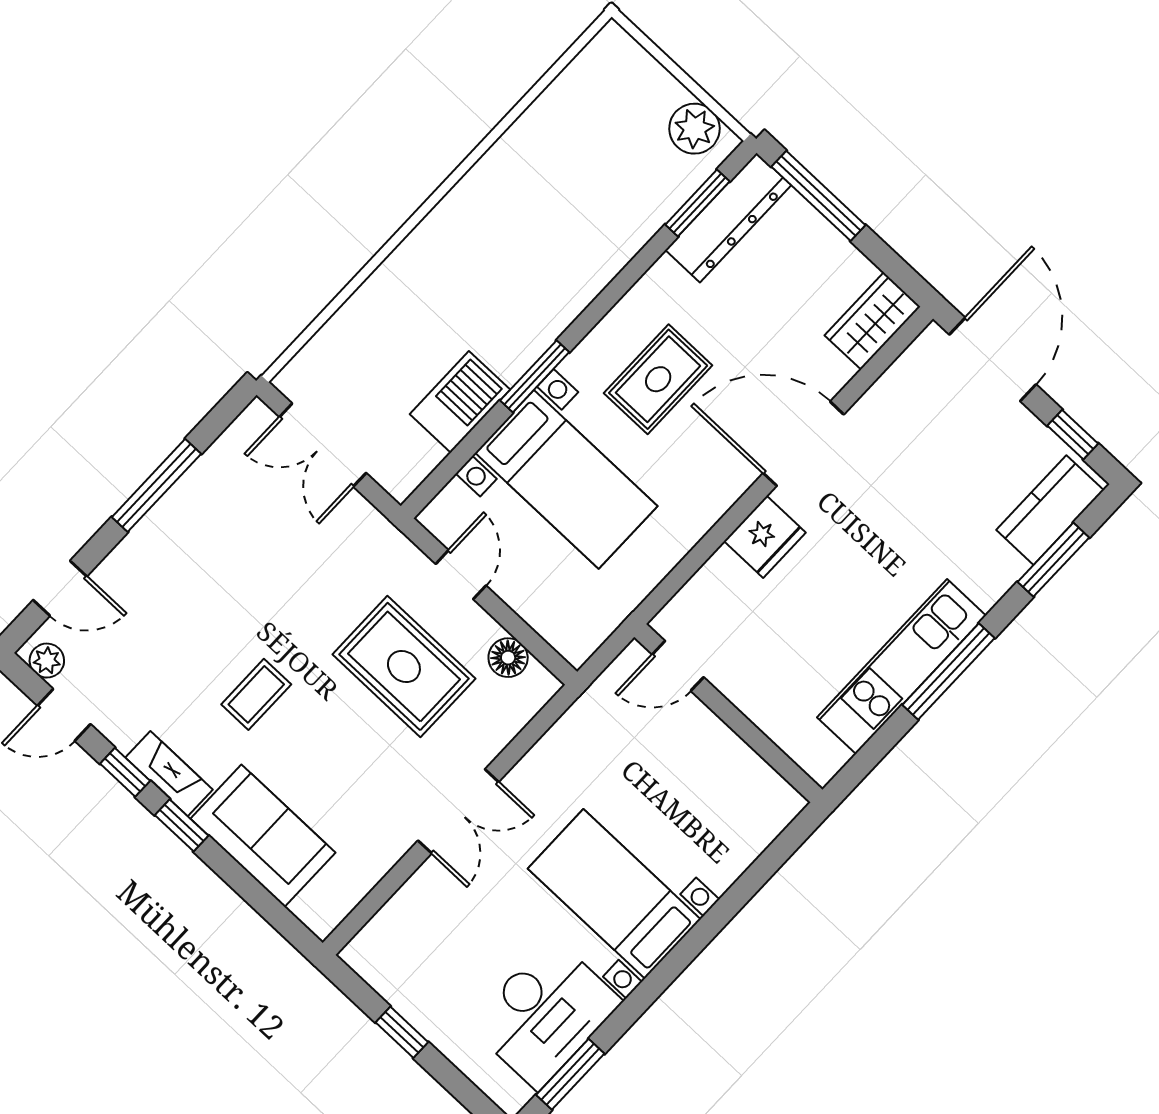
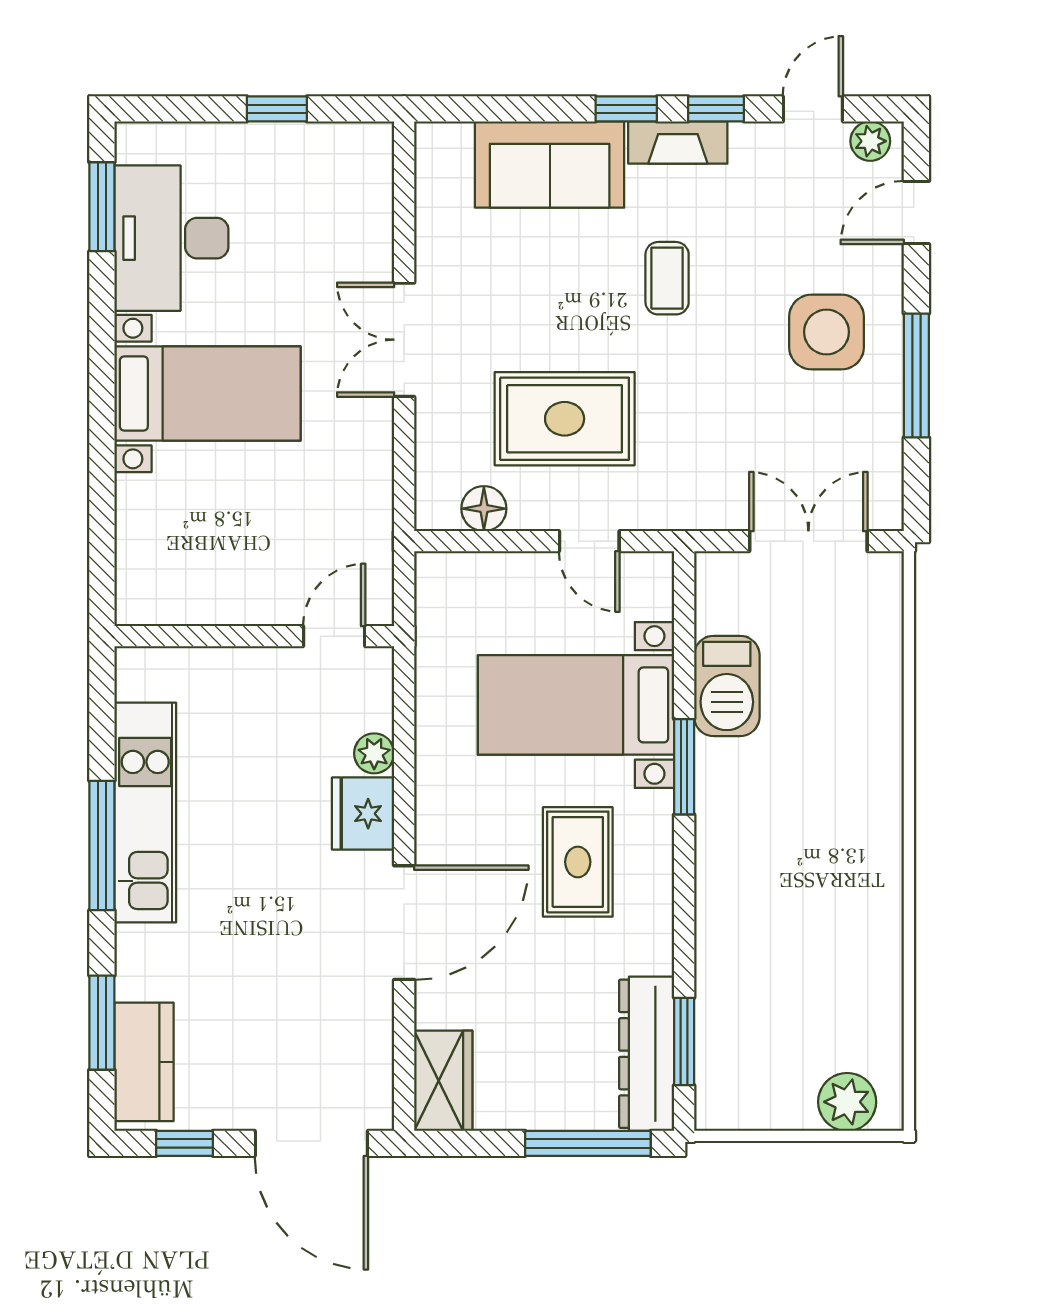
plant: (694, 129) -> (847, 1102), moved
side table: (187, 566) -> (827, 332), added
plant: (722, 568) -> (374, 753), added

